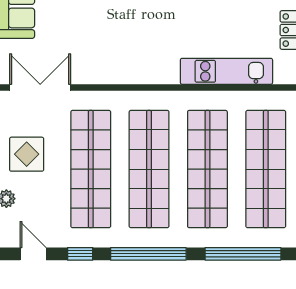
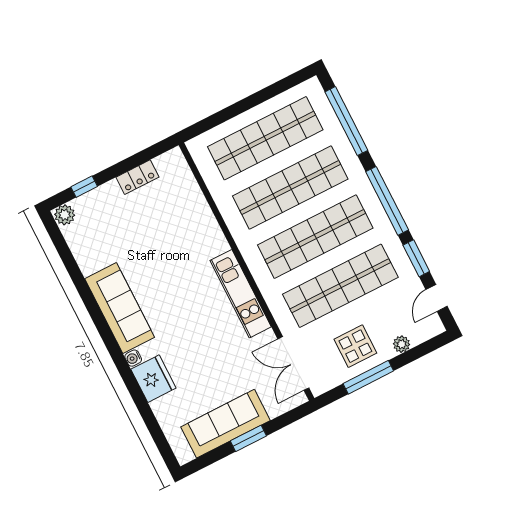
kitchen unit: (226, 71) -> (241, 294), moved
window: (80, 254) -> (416, 258), width x1.50

